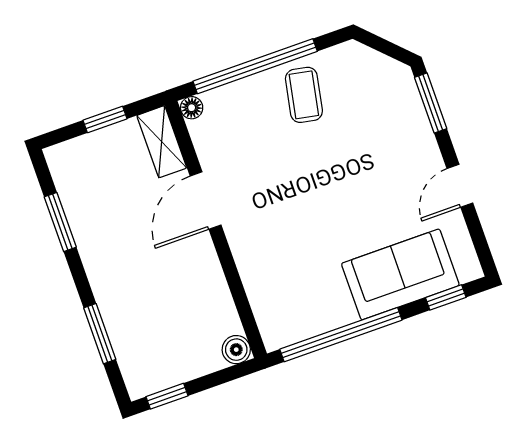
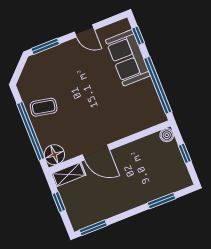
floor lamp: (192, 108) -> (54, 155), width x1.89, depth x1.89
window: (60, 222) -> (93, 228), moved
window: (167, 396) -> (185, 153), moved

